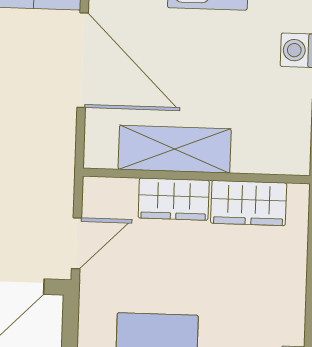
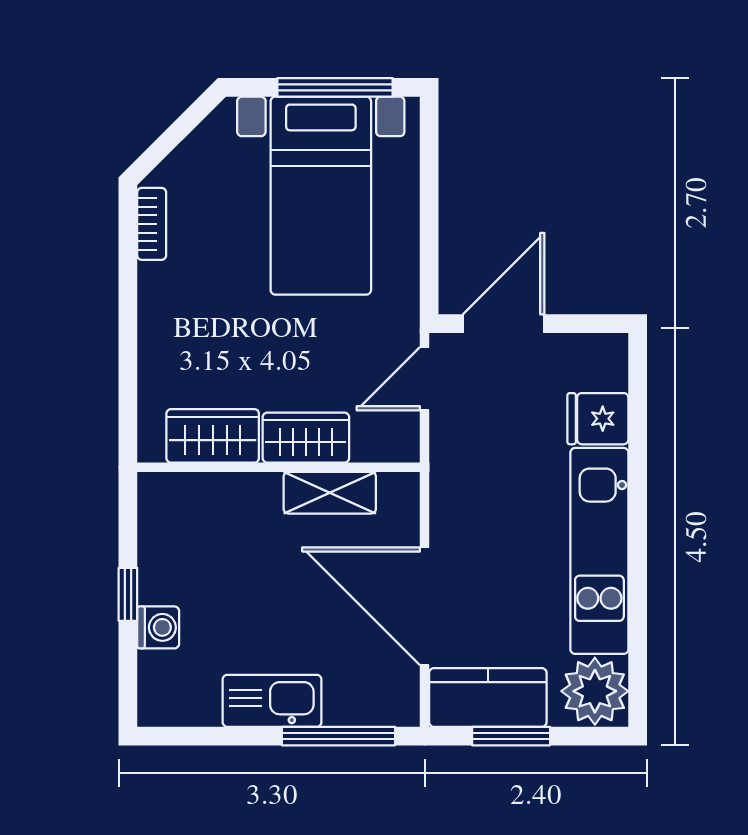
shelving: (175, 149) -> (330, 493), width x0.67, depth x0.75

